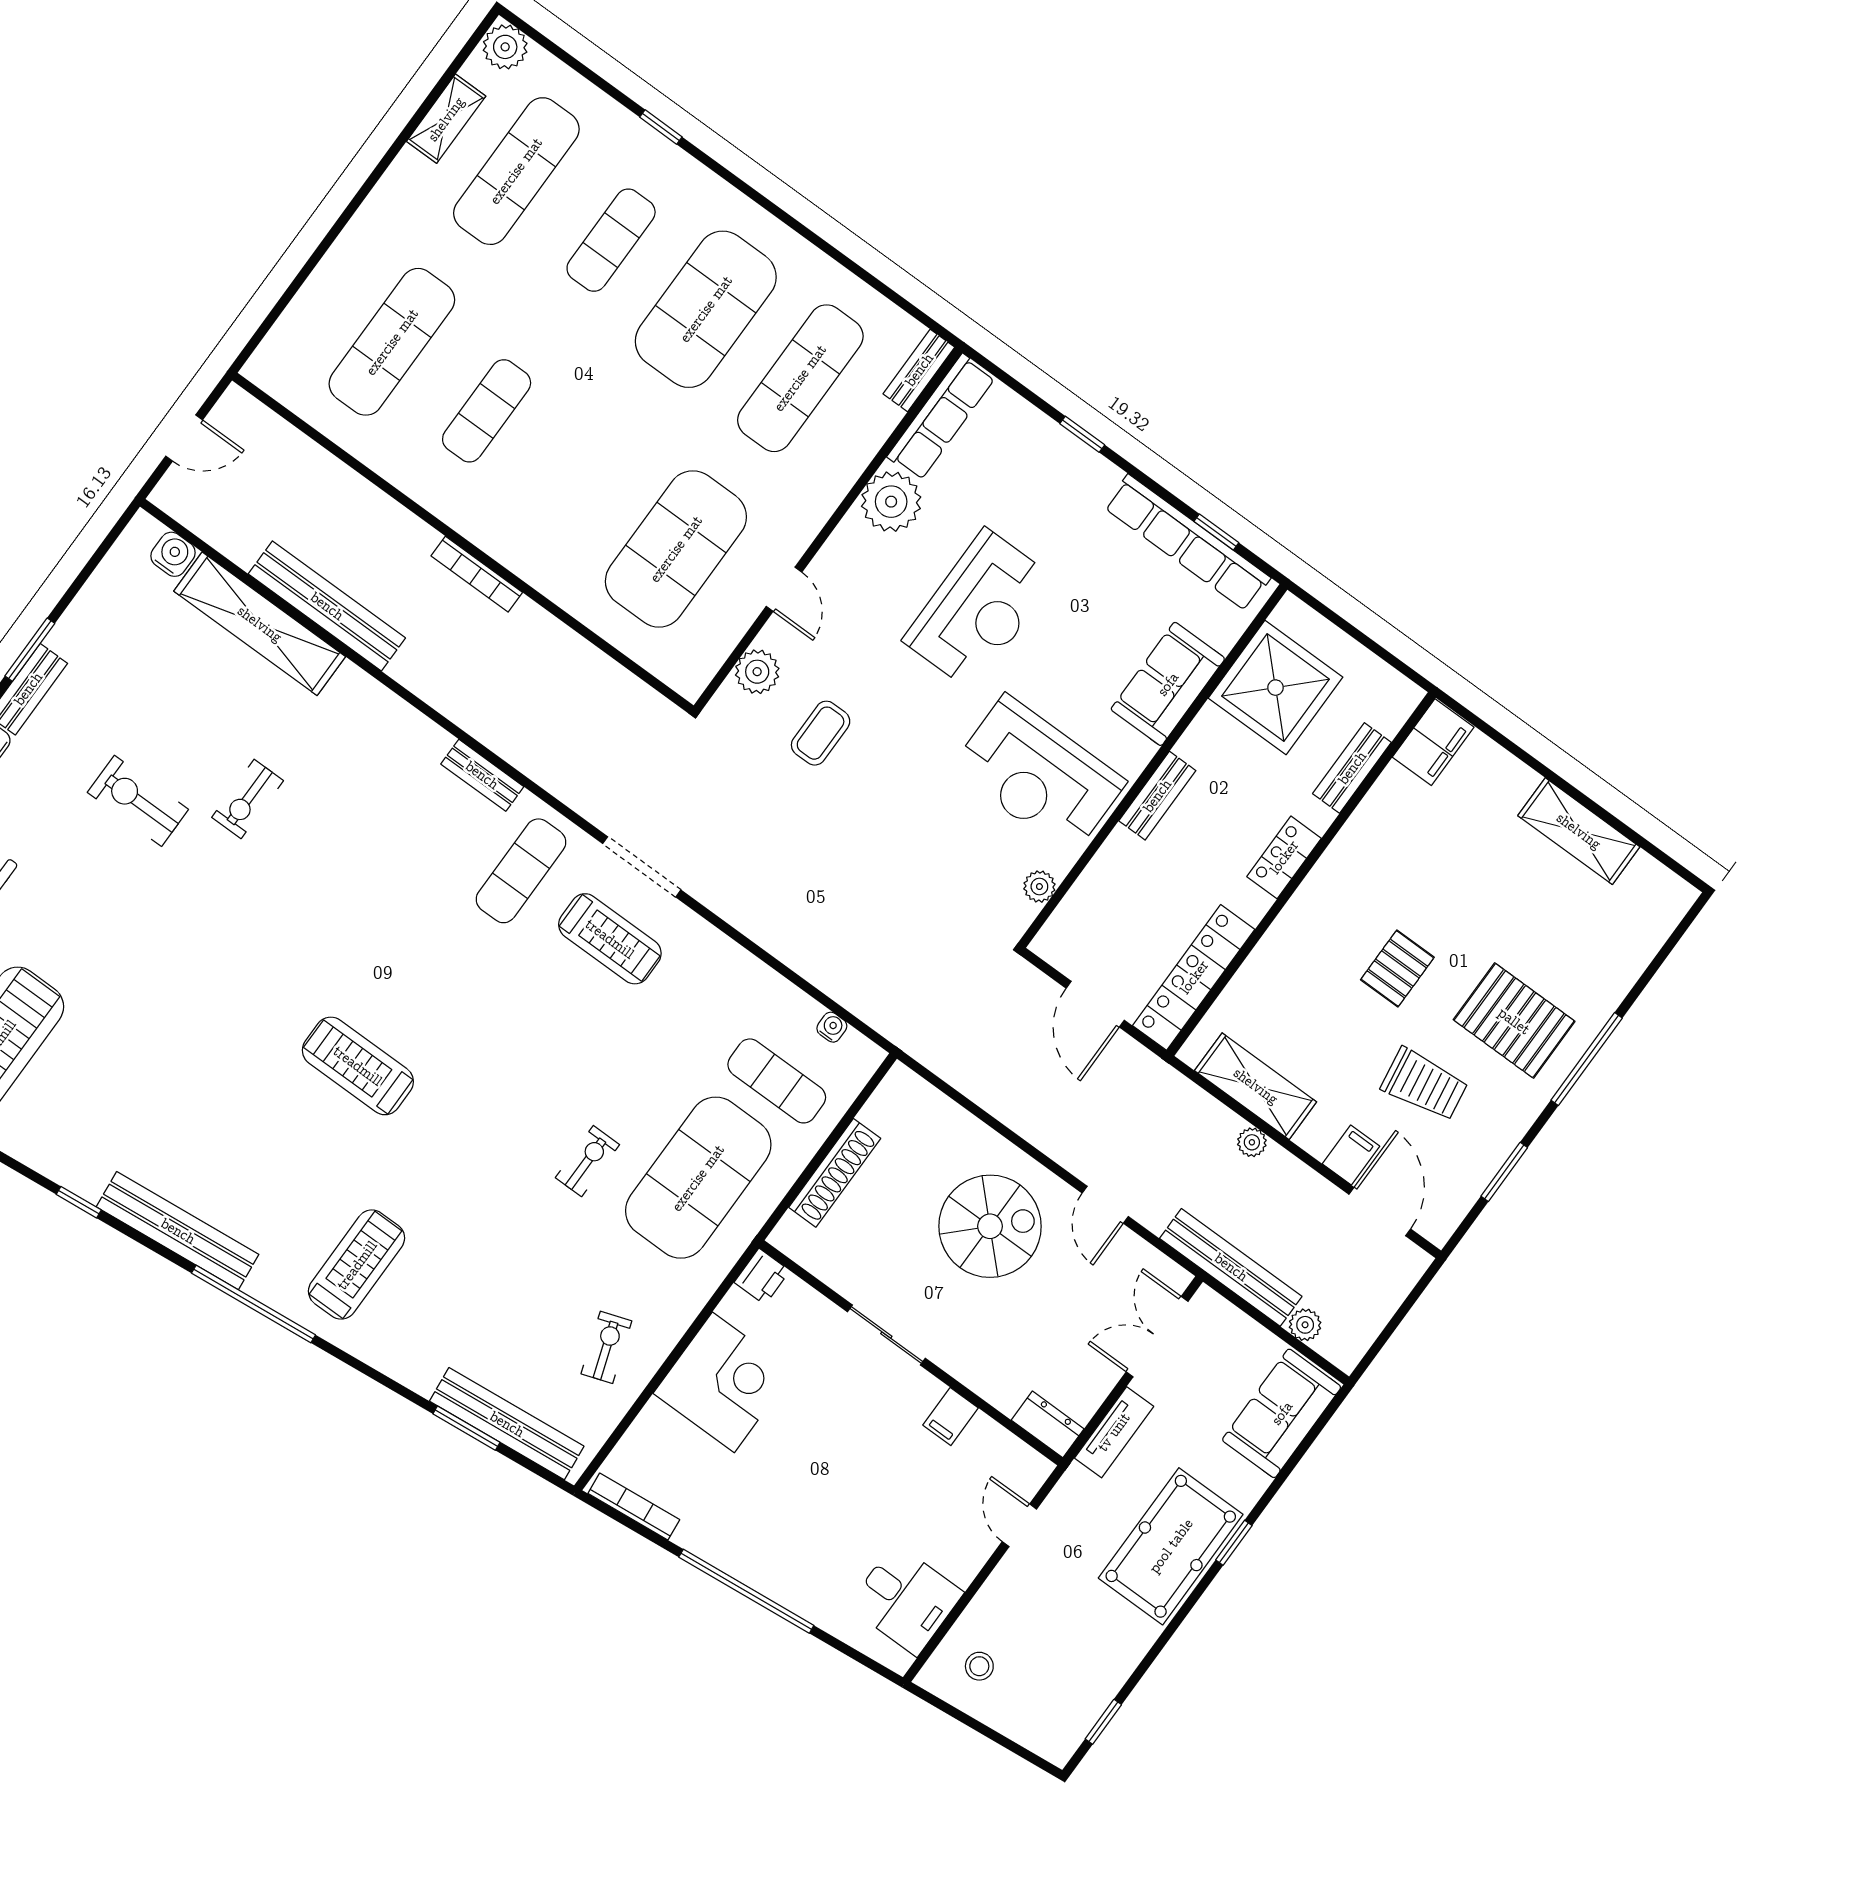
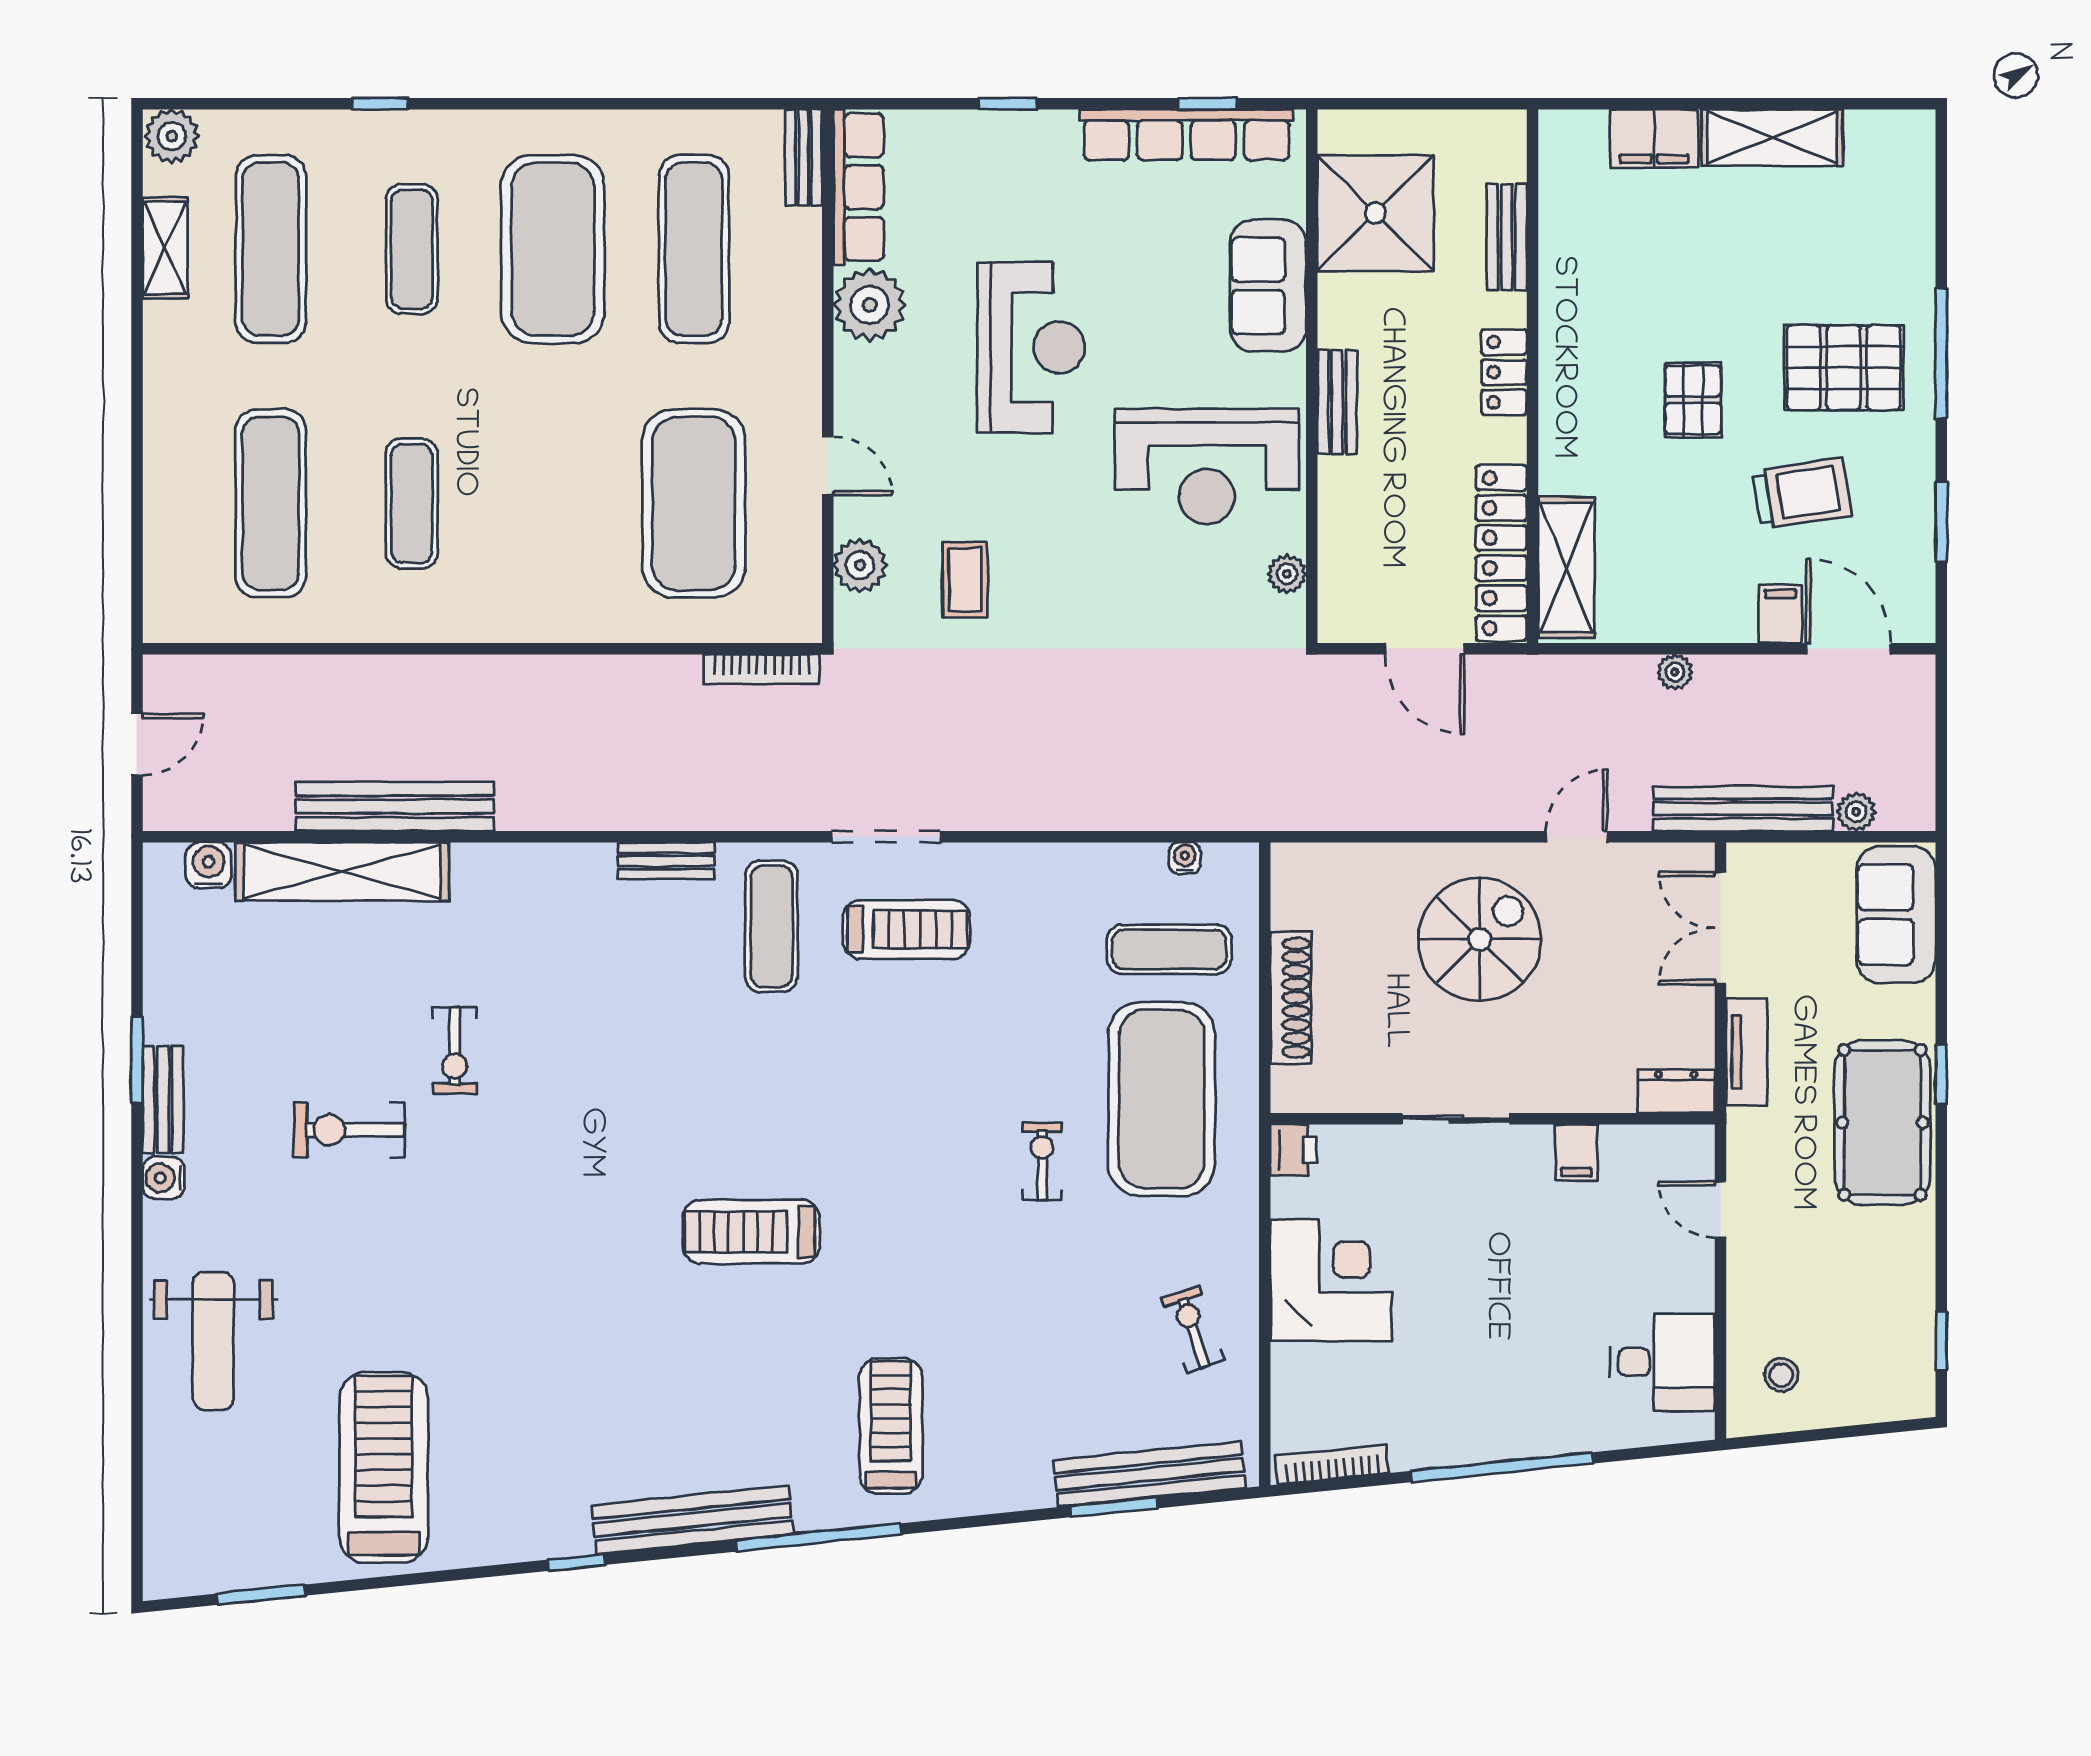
bookcase: (477, 574) -> (762, 669), moved
filing cabinet: (1433, 742) -> (1654, 138), moved, turned 90
shelving: (1256, 1086) -> (1566, 567), moved, turned 90
door: (1105, 1205) -> (1577, 837), swing flipped

